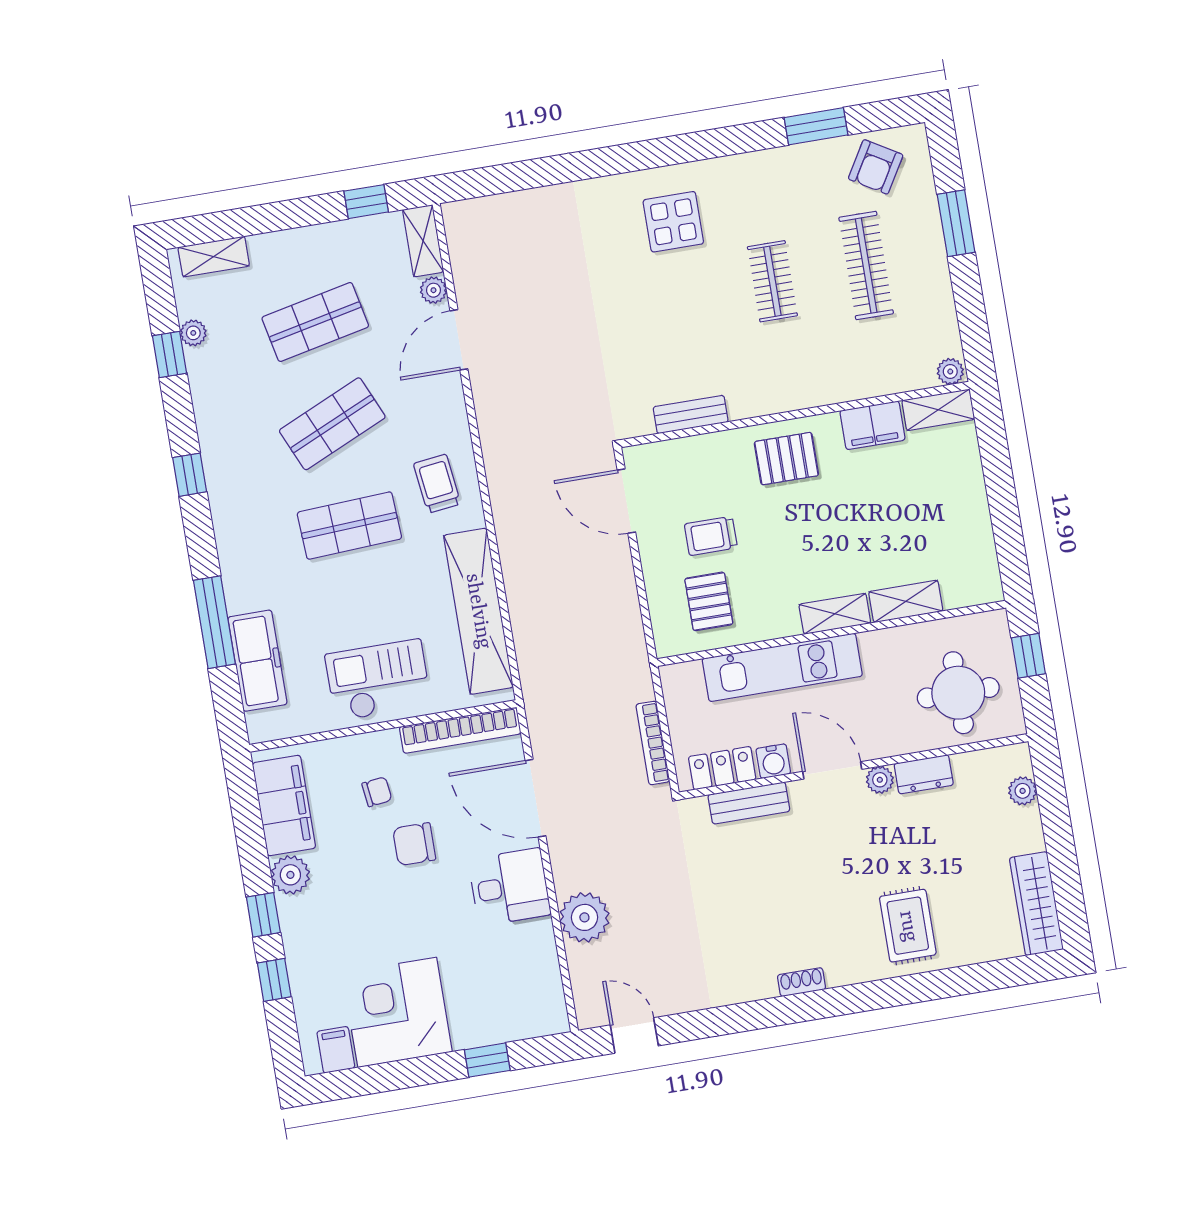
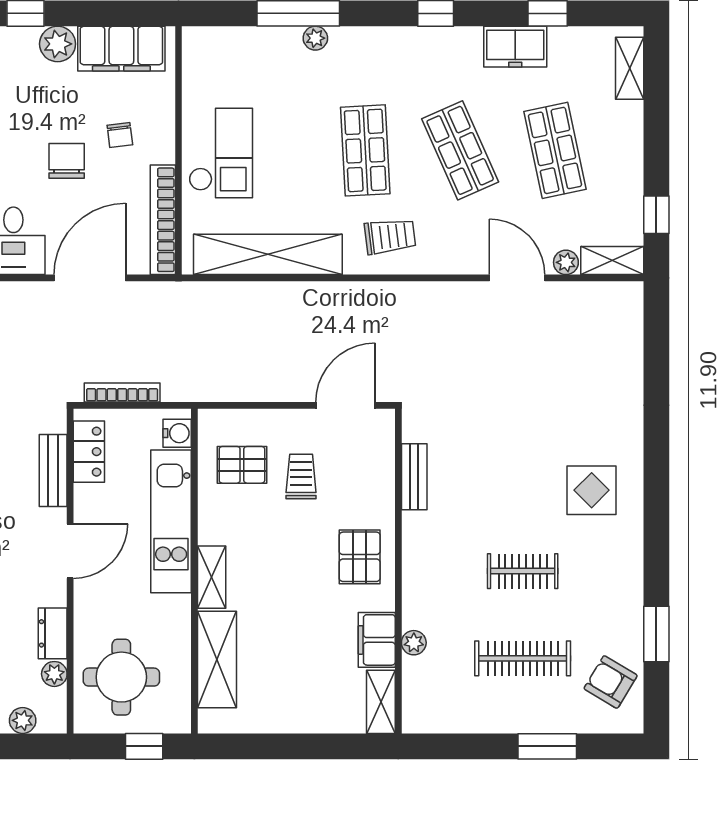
plant: (193, 333) -> (315, 38), moved
plant: (950, 371) -> (414, 643), moved
shelving: (906, 601) -> (217, 660), width x1.50, depth x1.33
freezer: (257, 661) -> (515, 47), moved, width x0.71
water cooler: (773, 761) -> (177, 433), moved, turned 180
plant: (880, 780) -> (54, 674), moved

